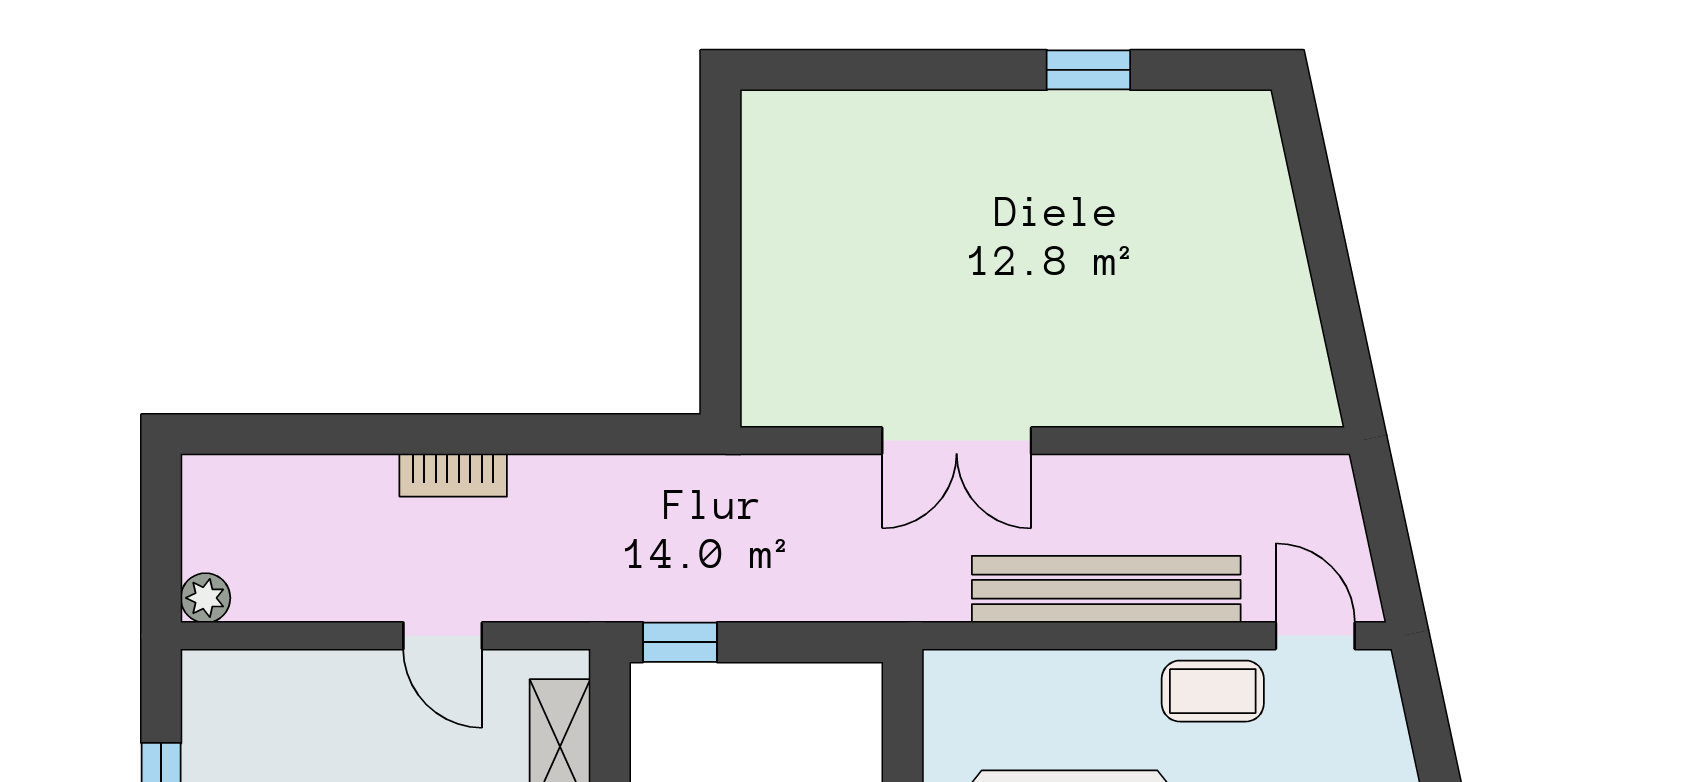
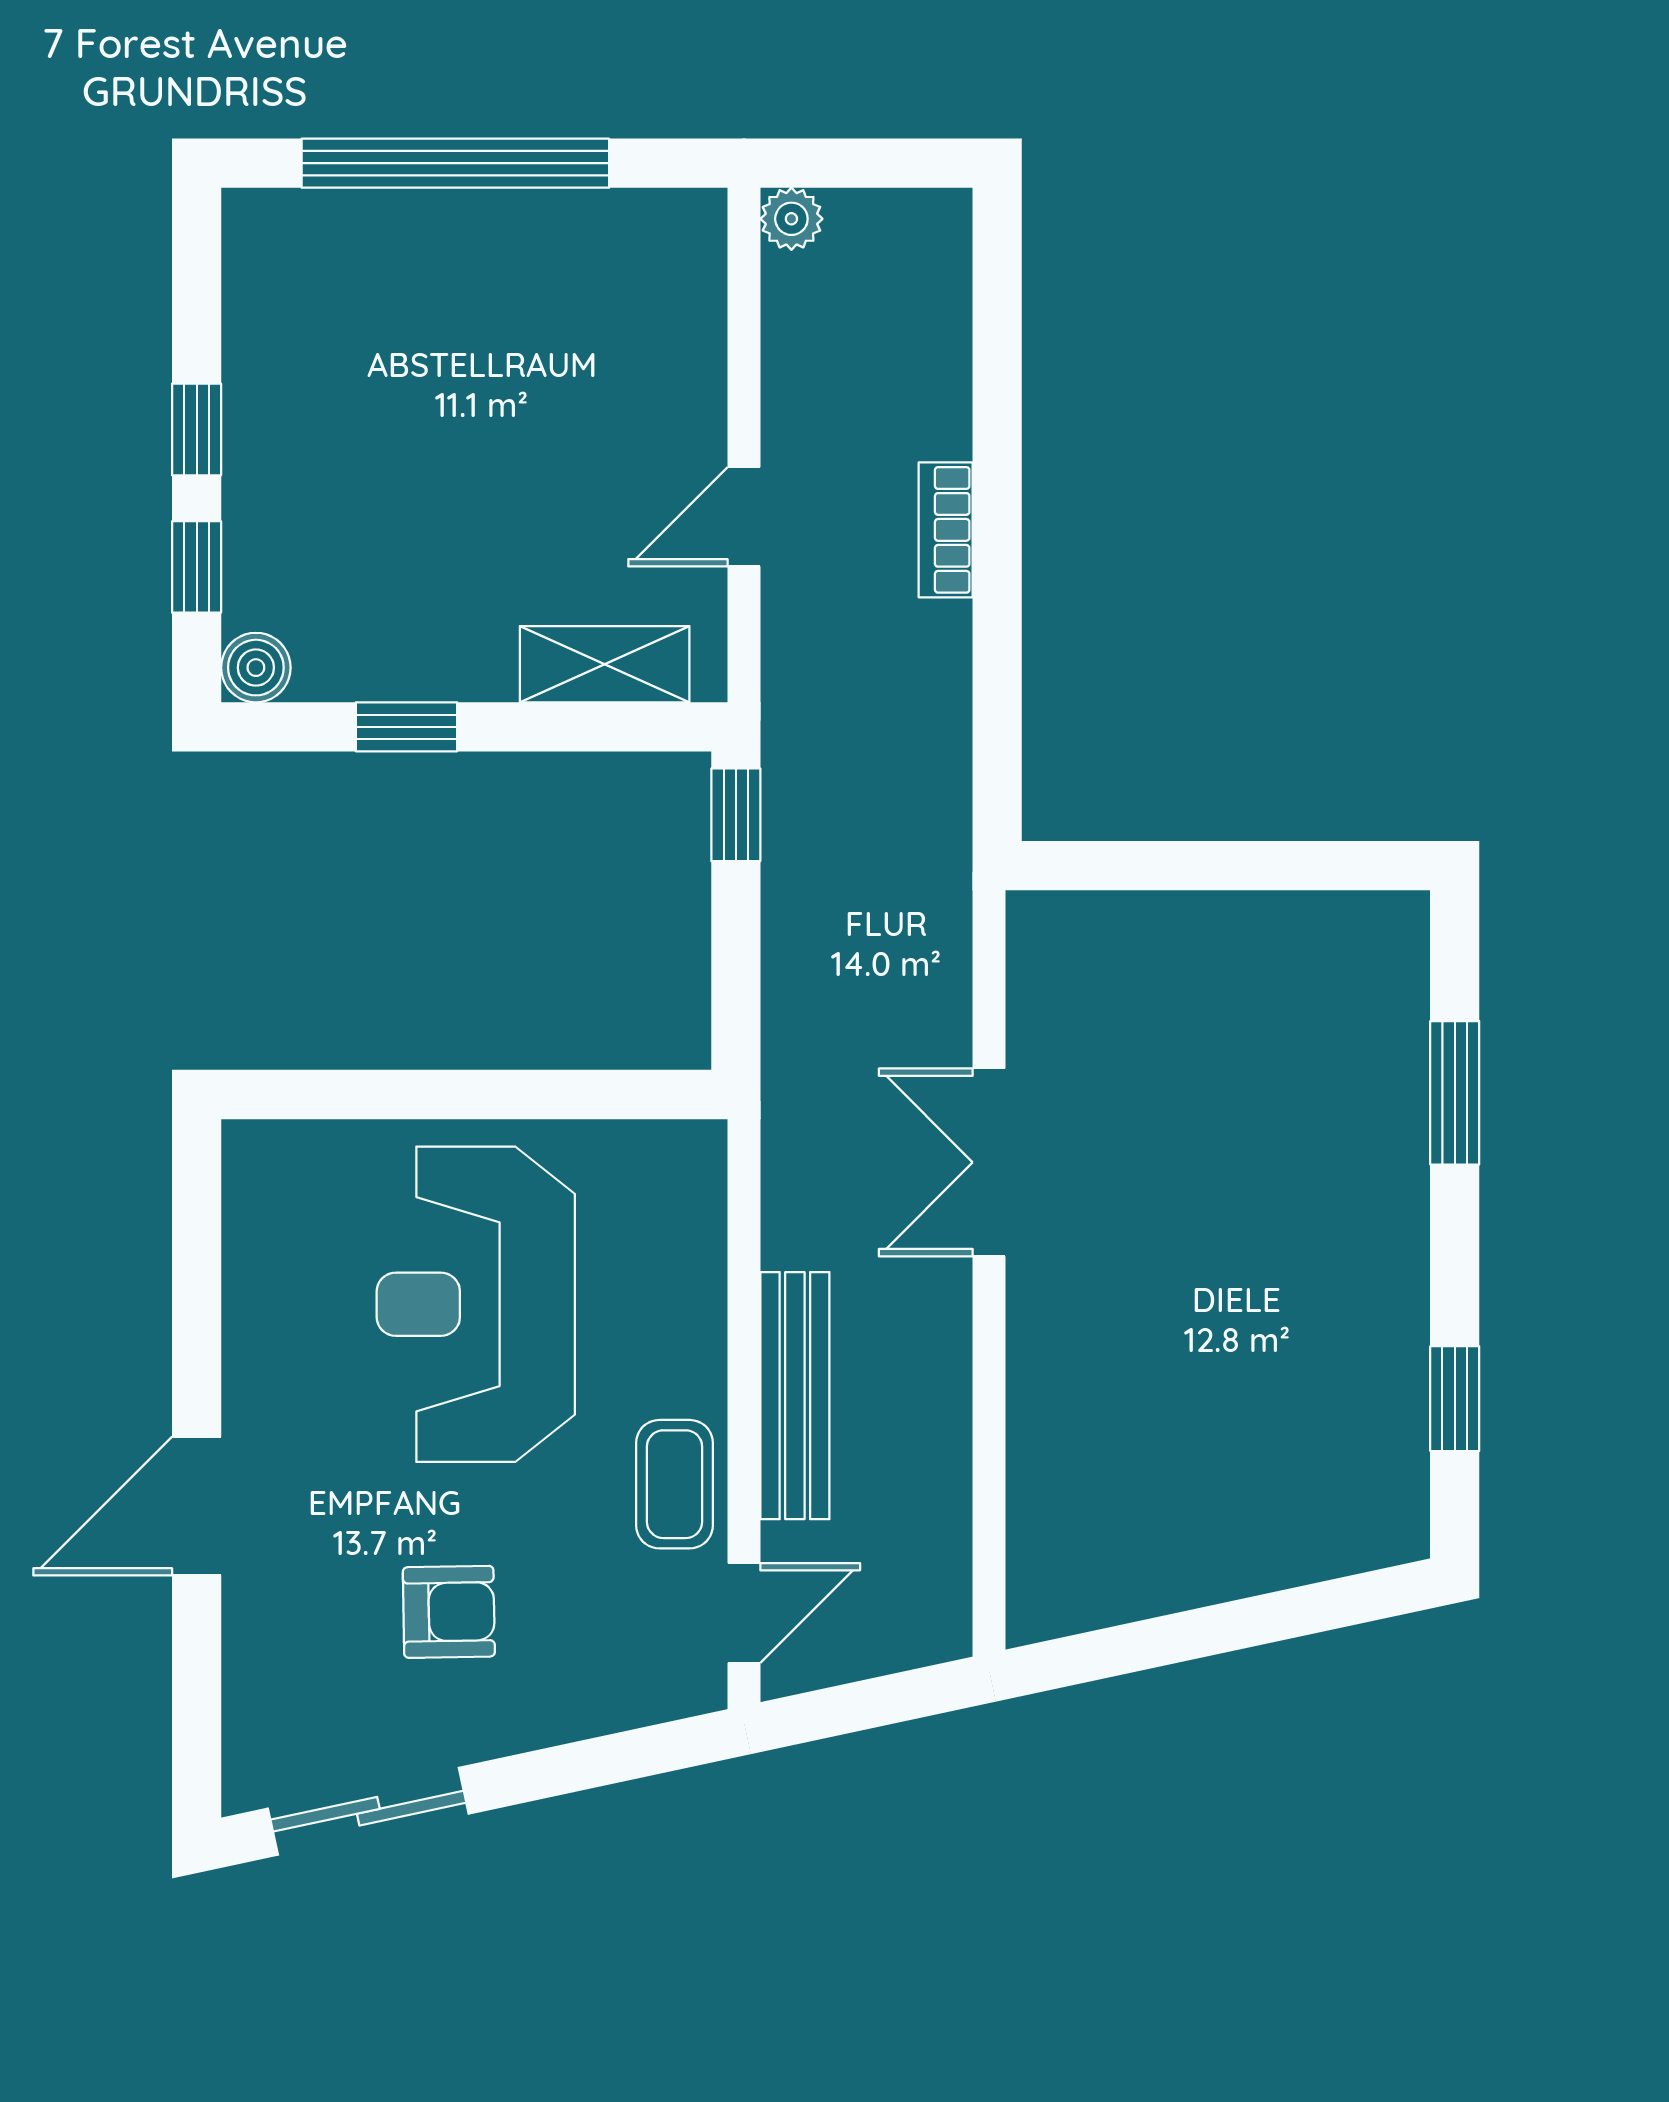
window: (901, 70) -> (1455, 1093), added
window: (1088, 70) -> (1455, 1399), moved
bench: (1106, 589) -> (795, 1396), width x0.73, depth x0.82

